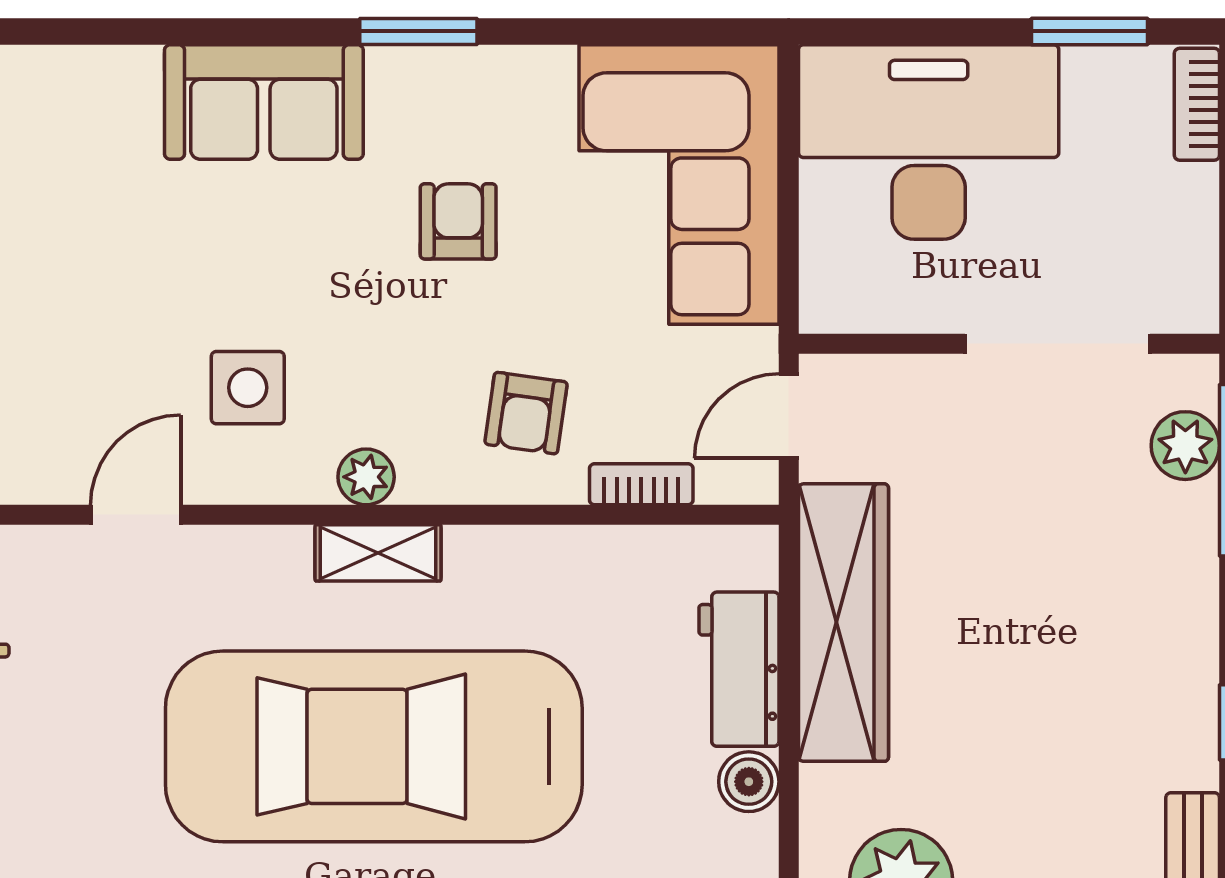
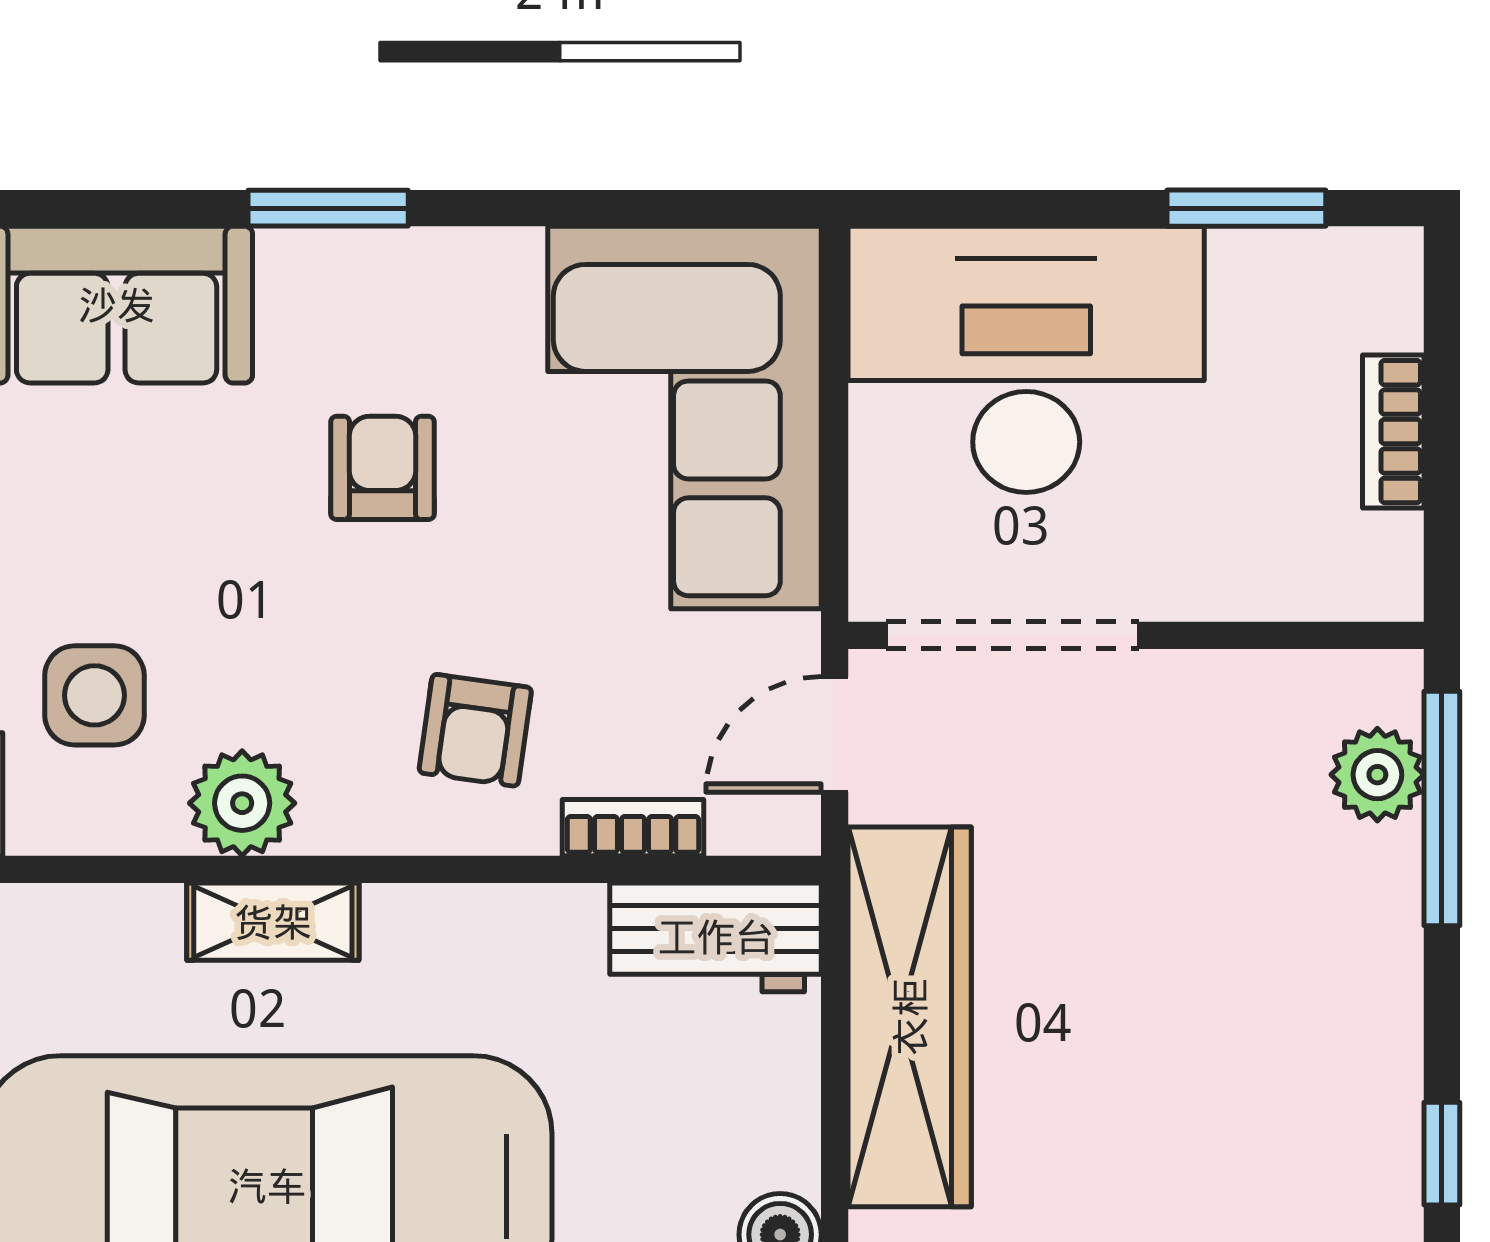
bookcase: (1197, 104) -> (1393, 432), moved
doorway: (1058, 344) -> (1013, 635), moved
plant: (366, 477) -> (242, 803), width x1.38, depth x1.38
workbench: (739, 669) -> (716, 937), moved, turned -90

